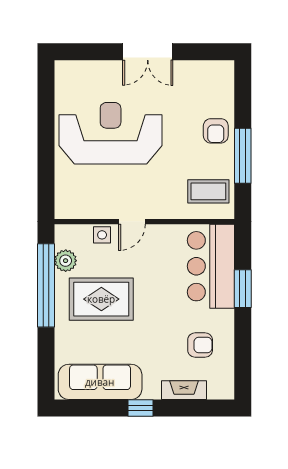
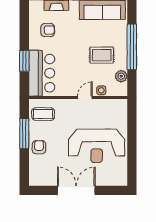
double door: (148, 52) -> (76, 190), width x1.37
window: (46, 285) -> (132, 47), moved
rug: (101, 299) -> (102, 55), width x0.73, depth x0.70
armchair: (200, 345) -> (48, 30), turned 180

